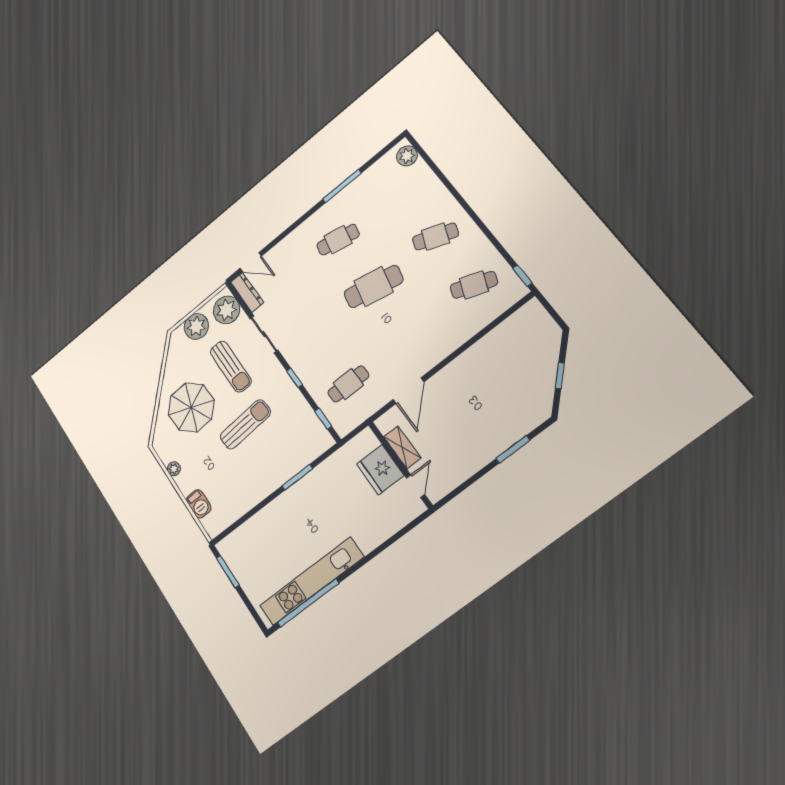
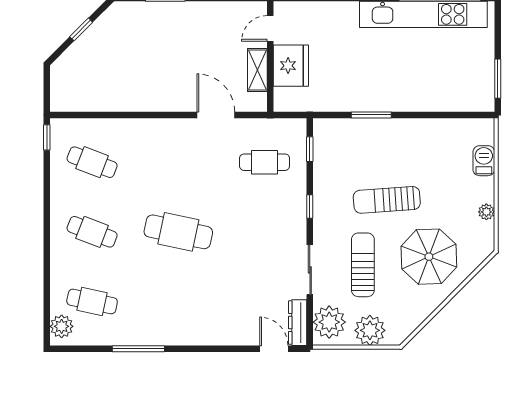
cafe table: (338, 240) -> (92, 301), moved
door: (408, 391) -> (216, 115), hinge flipped

